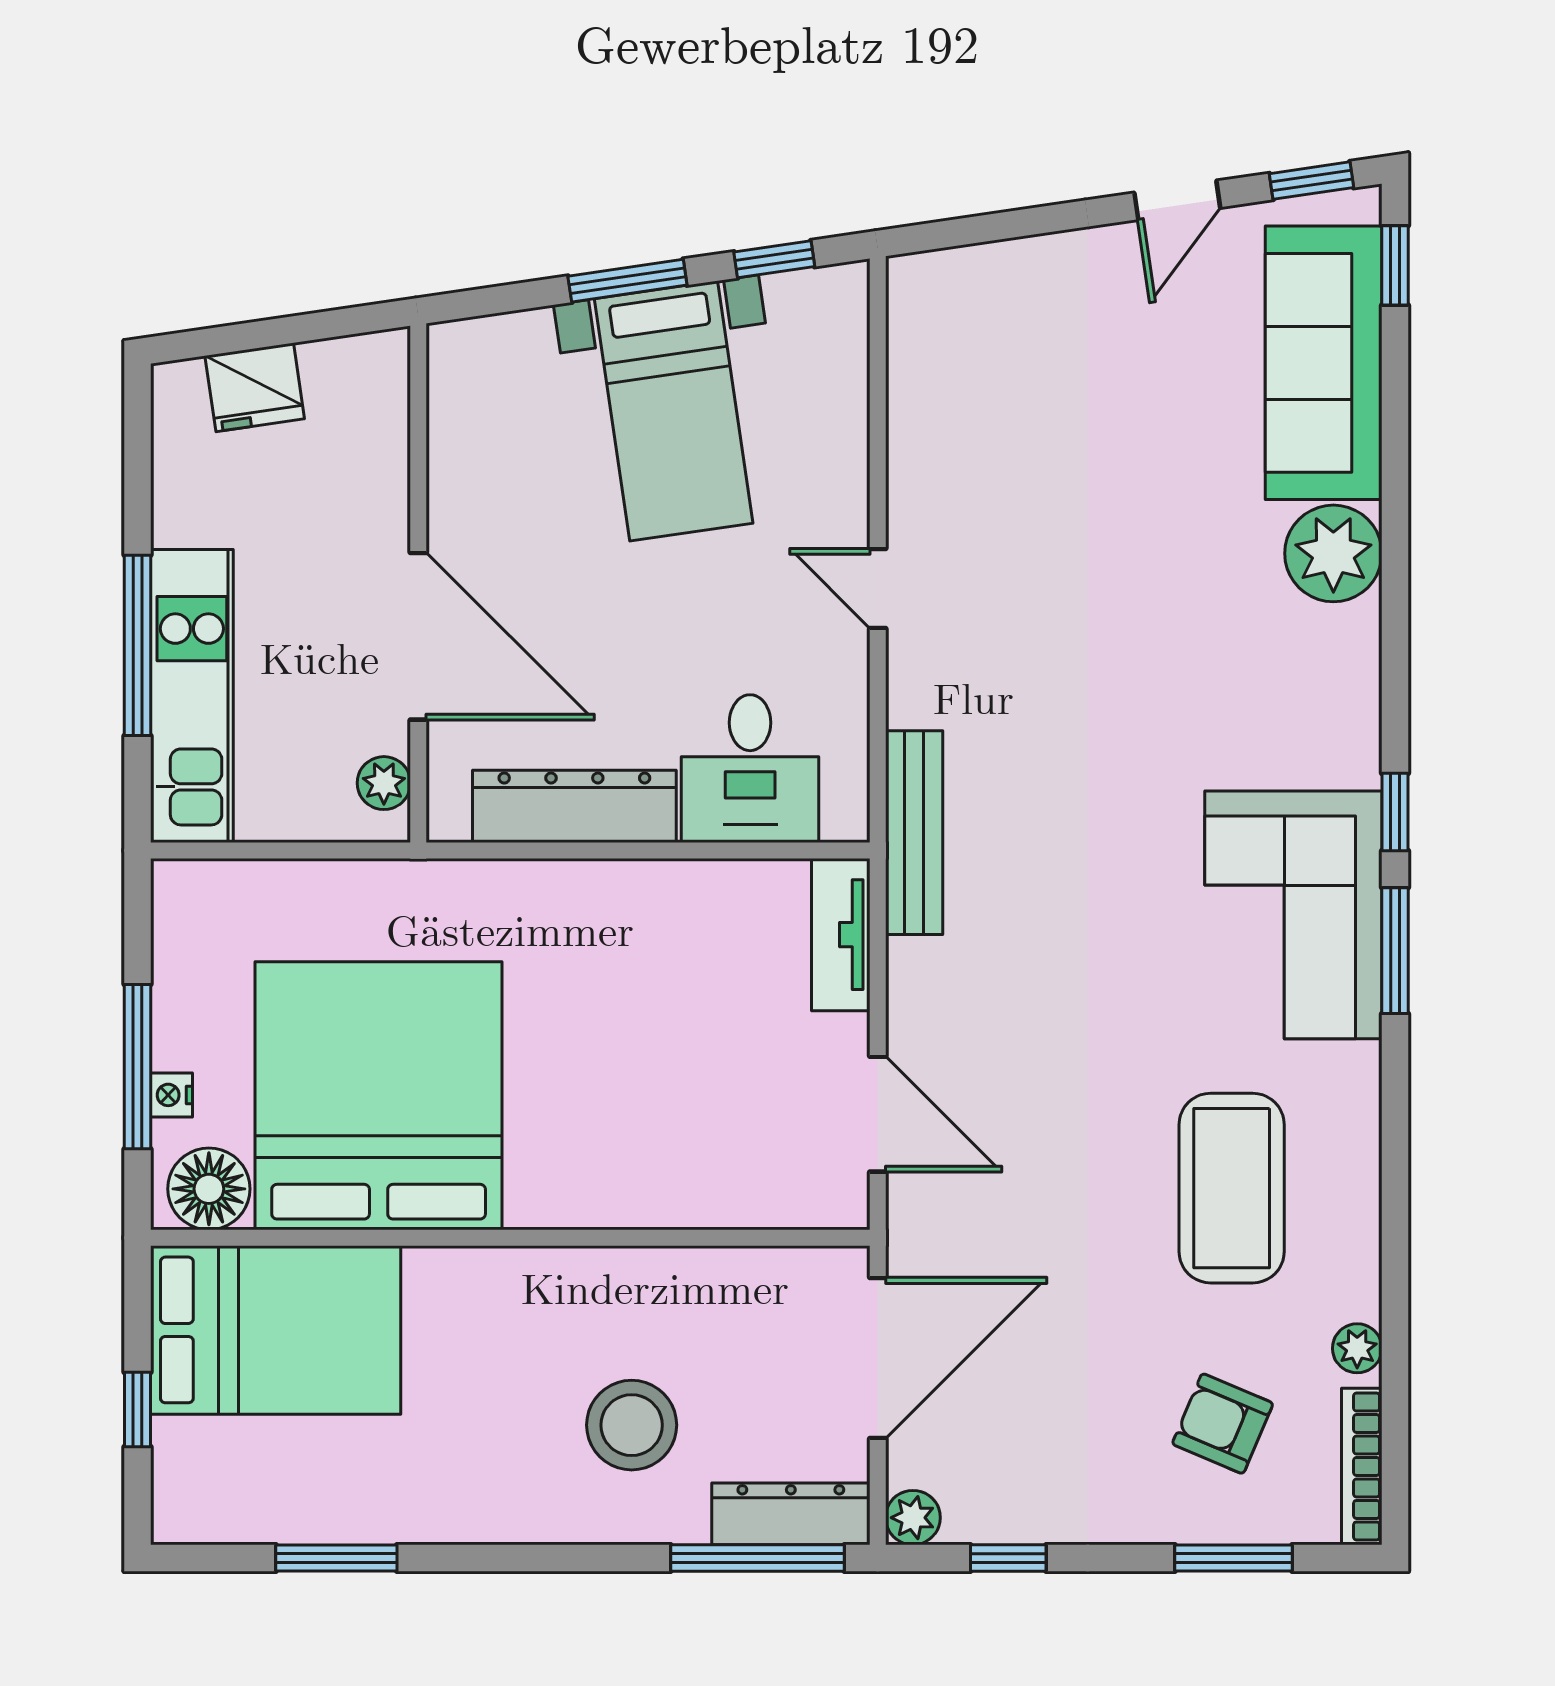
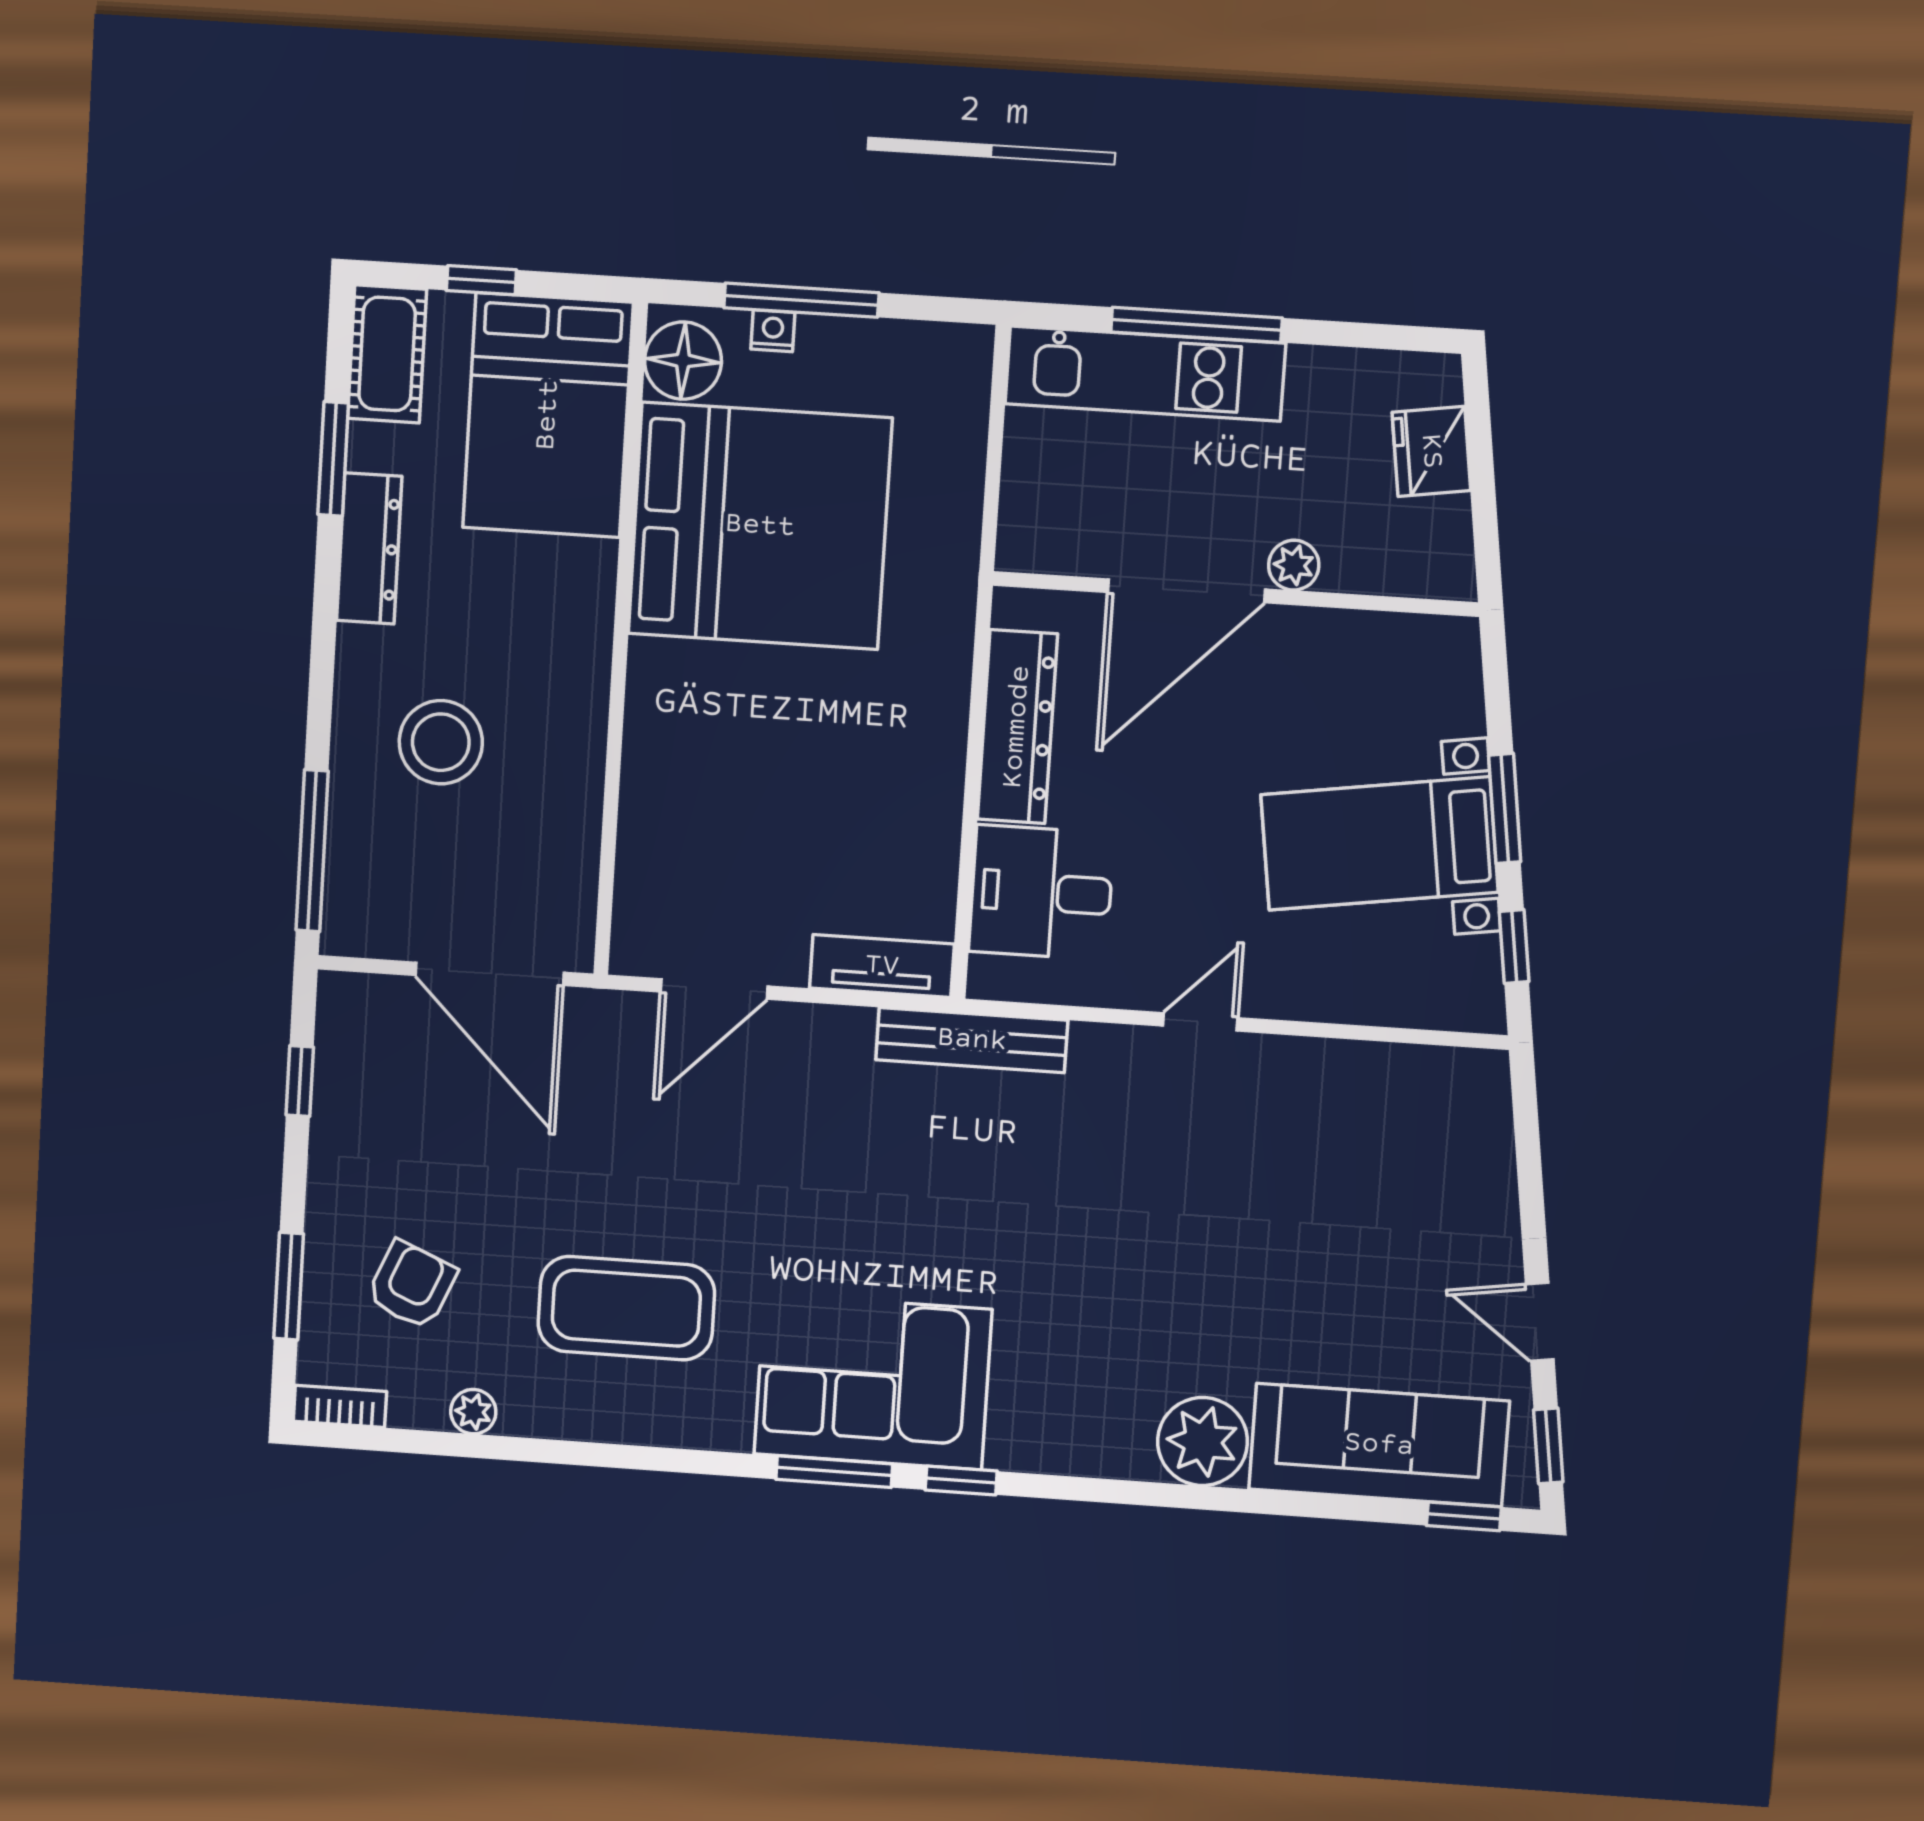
plant: (384, 783) -> (1294, 565), moved
bookcase: (1362, 1466) -> (340, 1406), width x0.64
cot: (222, 1506) -> (387, 354), added
dresser: (791, 1514) -> (369, 548), moved
plant: (913, 1518) -> (341, 996), removed

